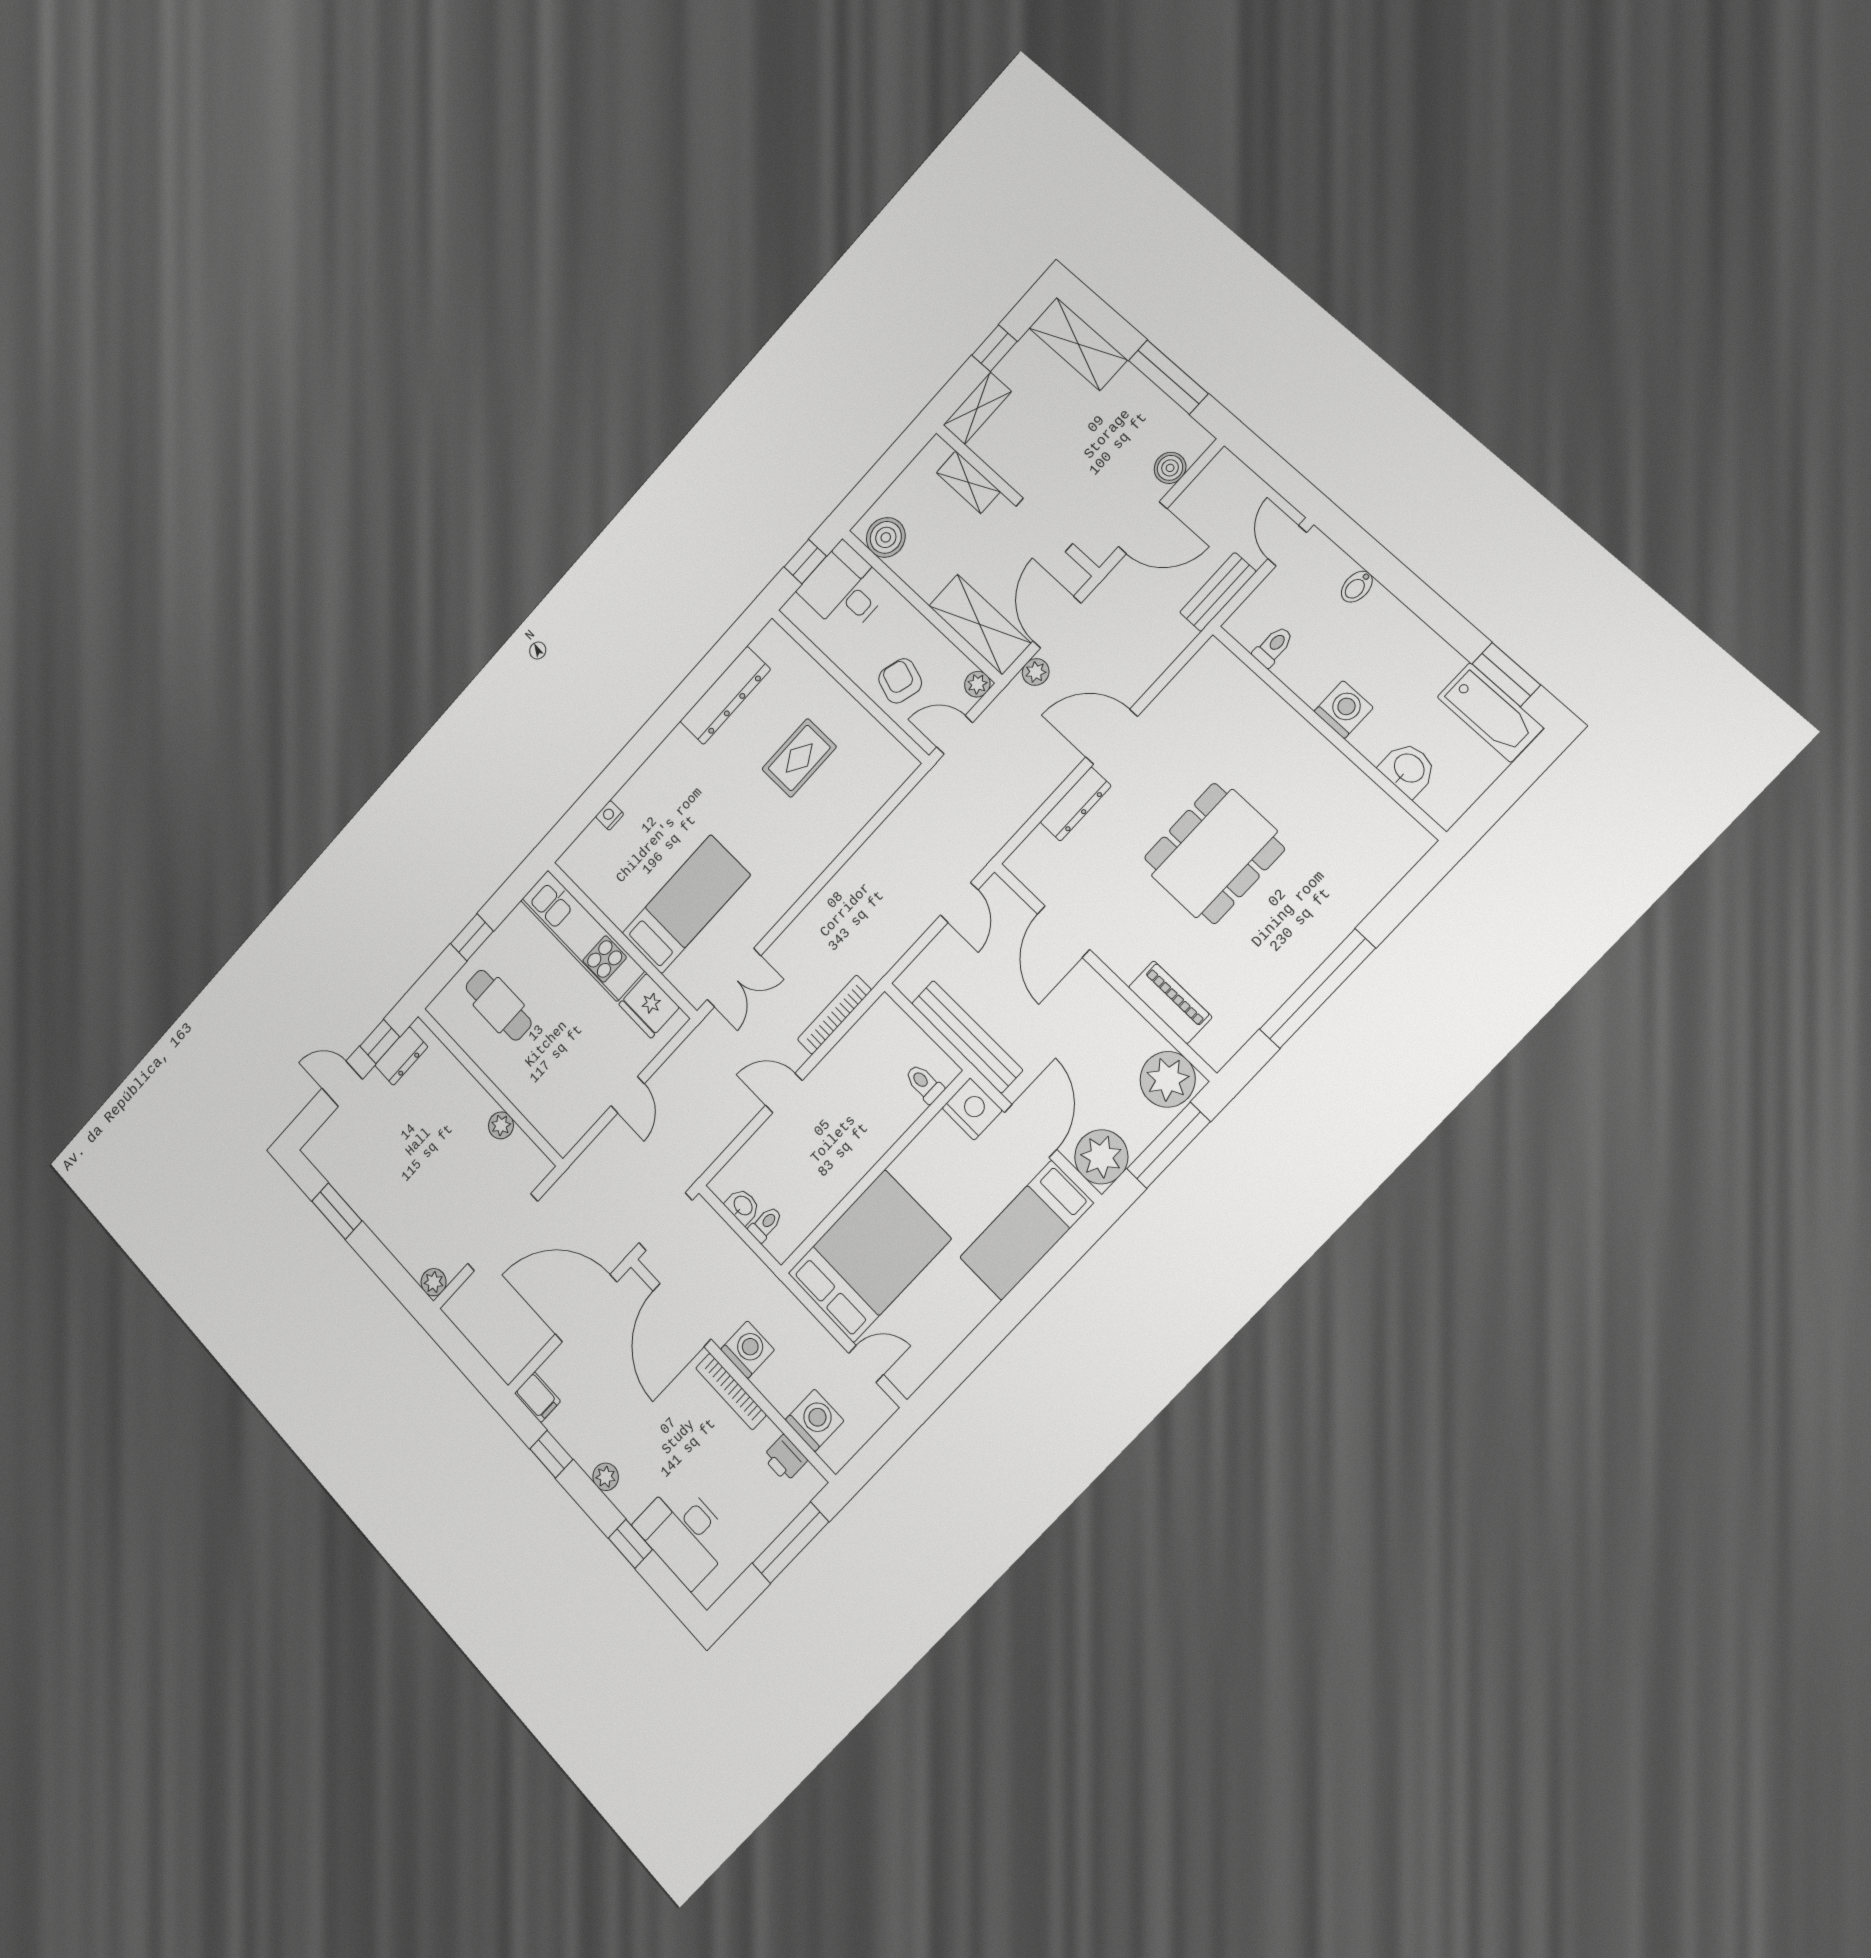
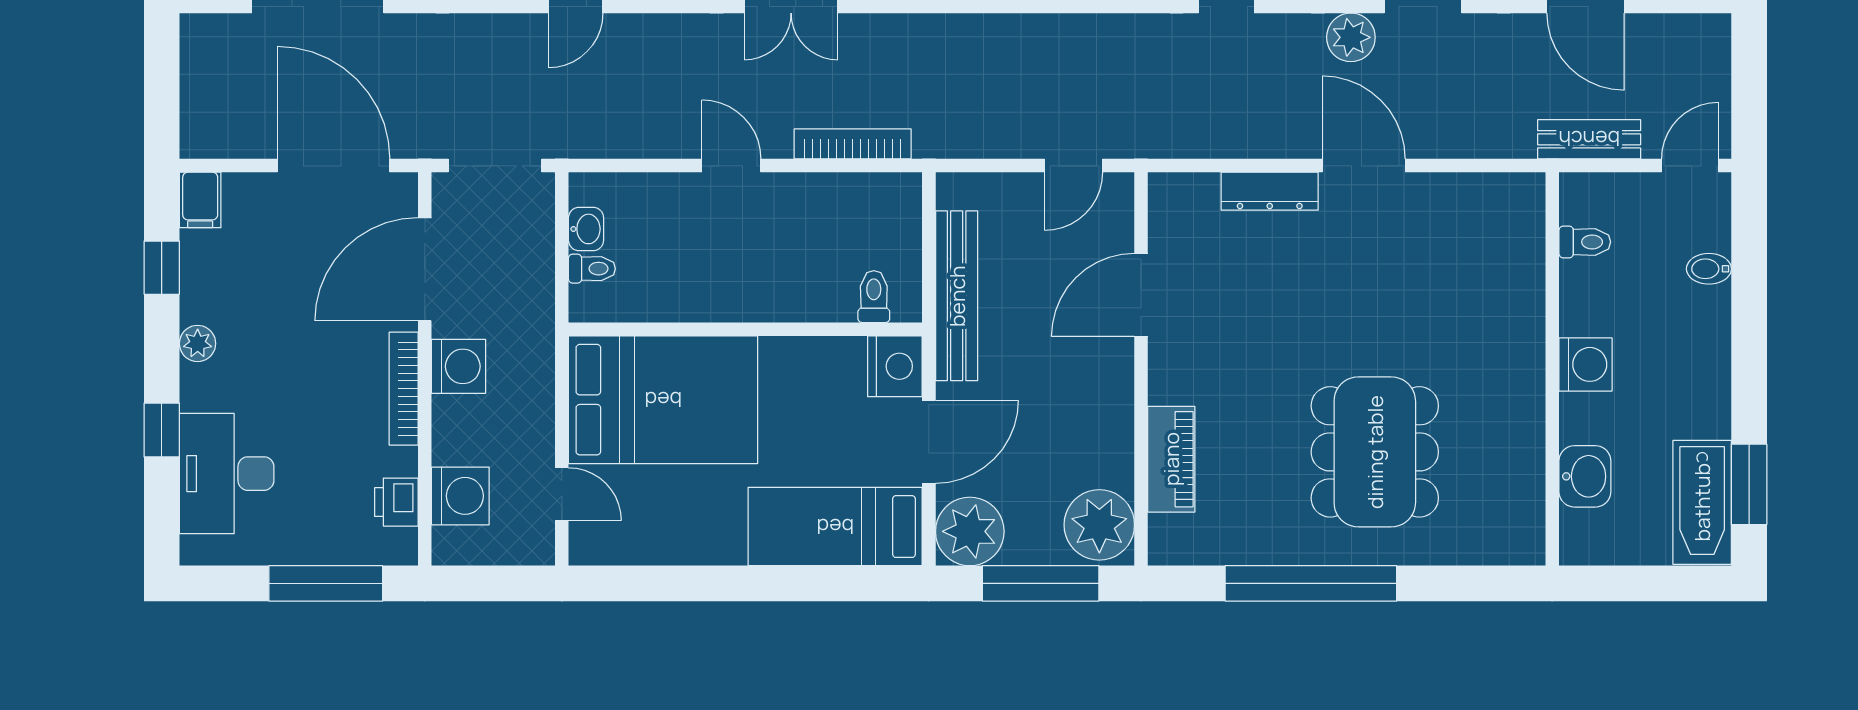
plant: (1036, 672) -> (1351, 37), width x1.38, depth x1.38
dining table: (1214, 853) -> (1375, 452), moved, turned 90

